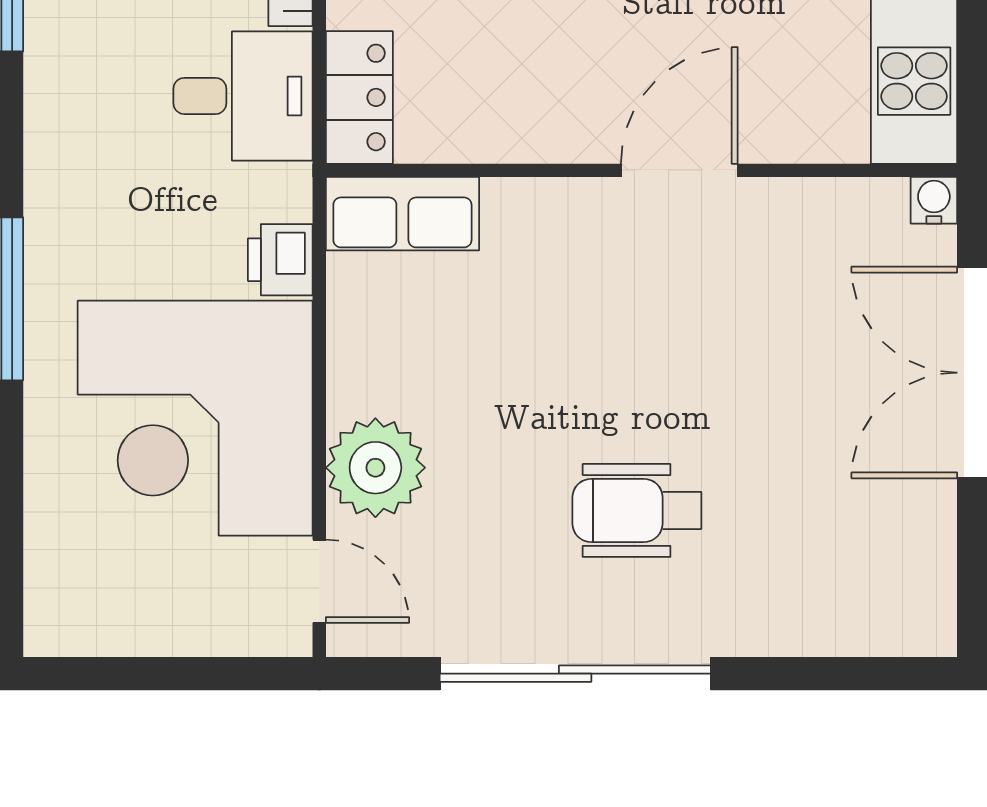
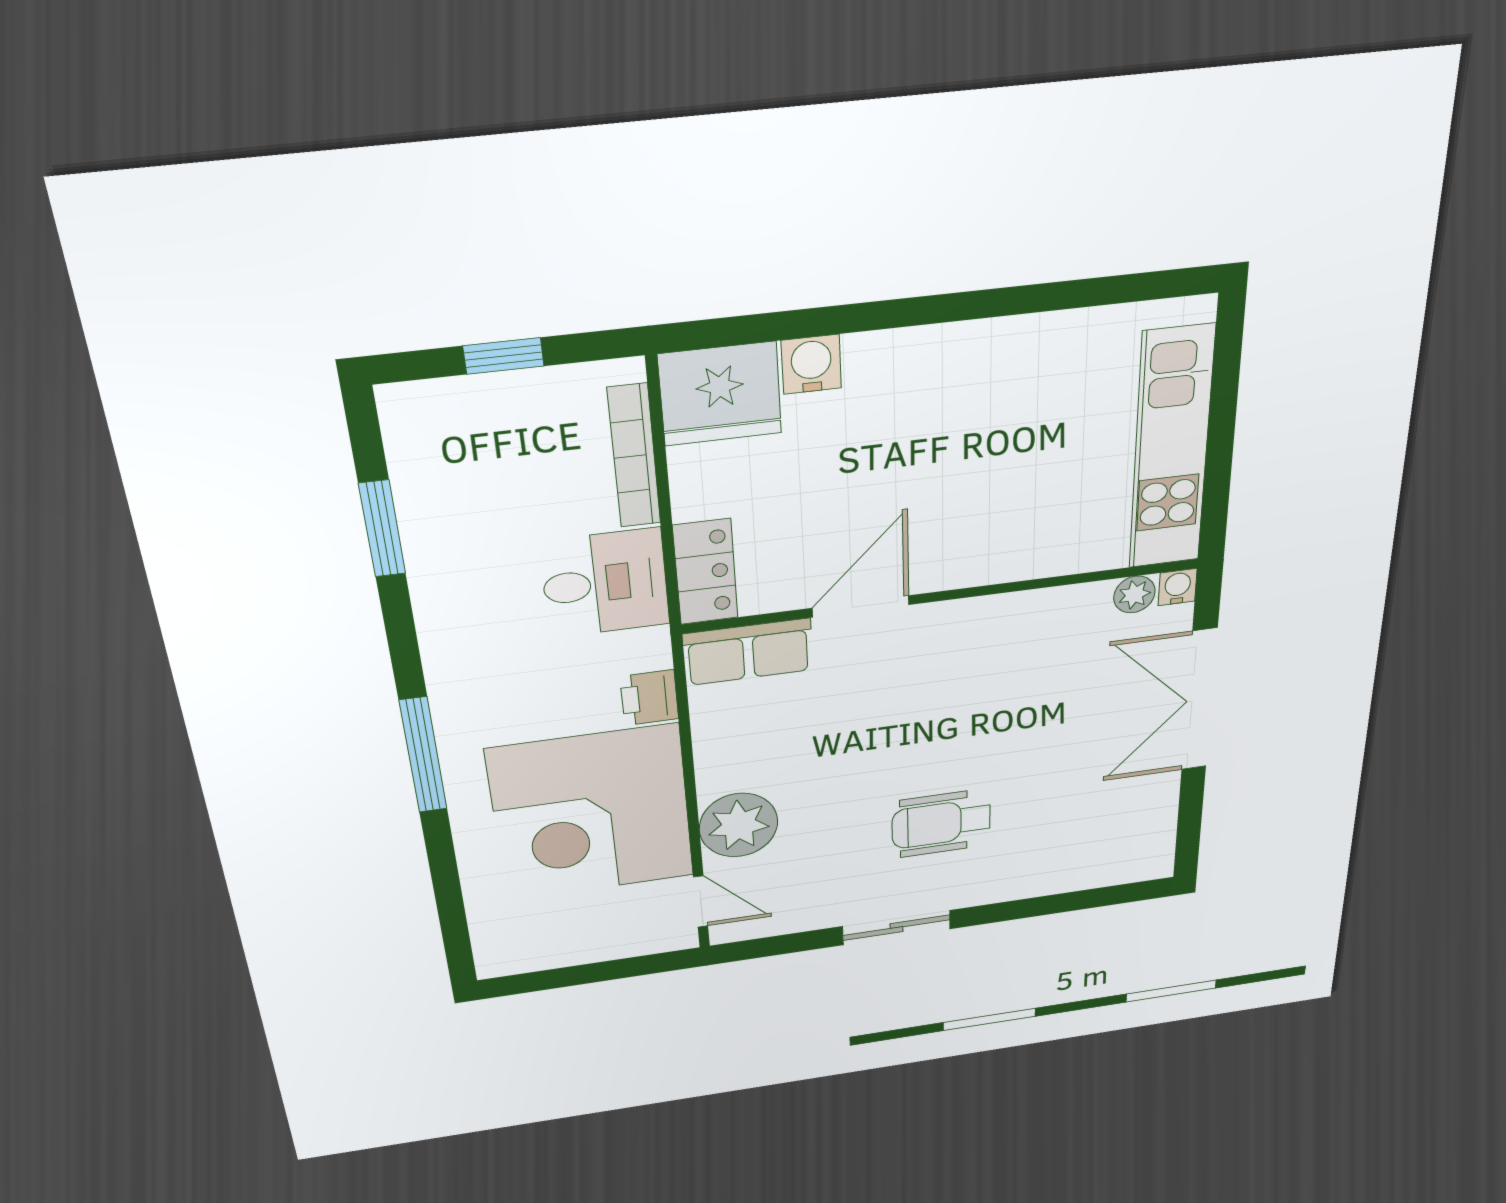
door: (679, 170) -> (861, 606), moved
plant: (879, 203) -> (1134, 594), added
sliding door: (575, 674) -> (897, 928), width x0.54

